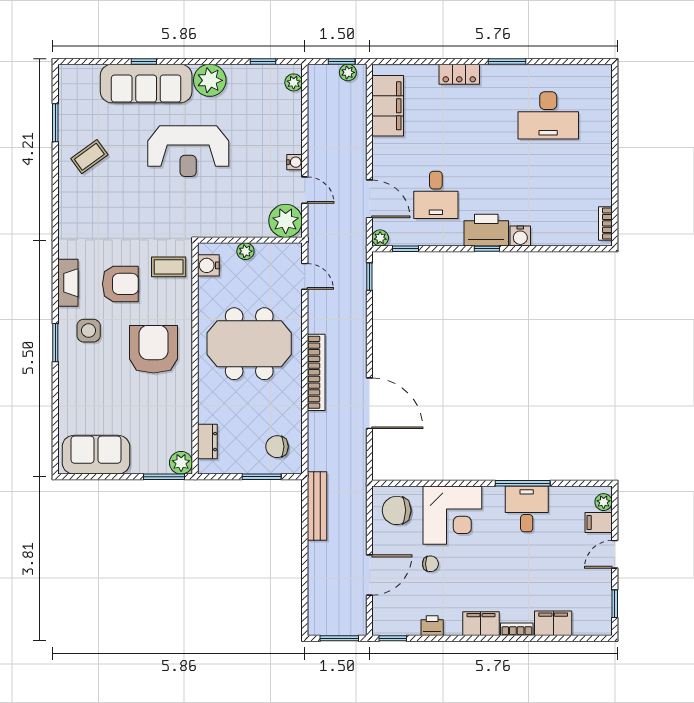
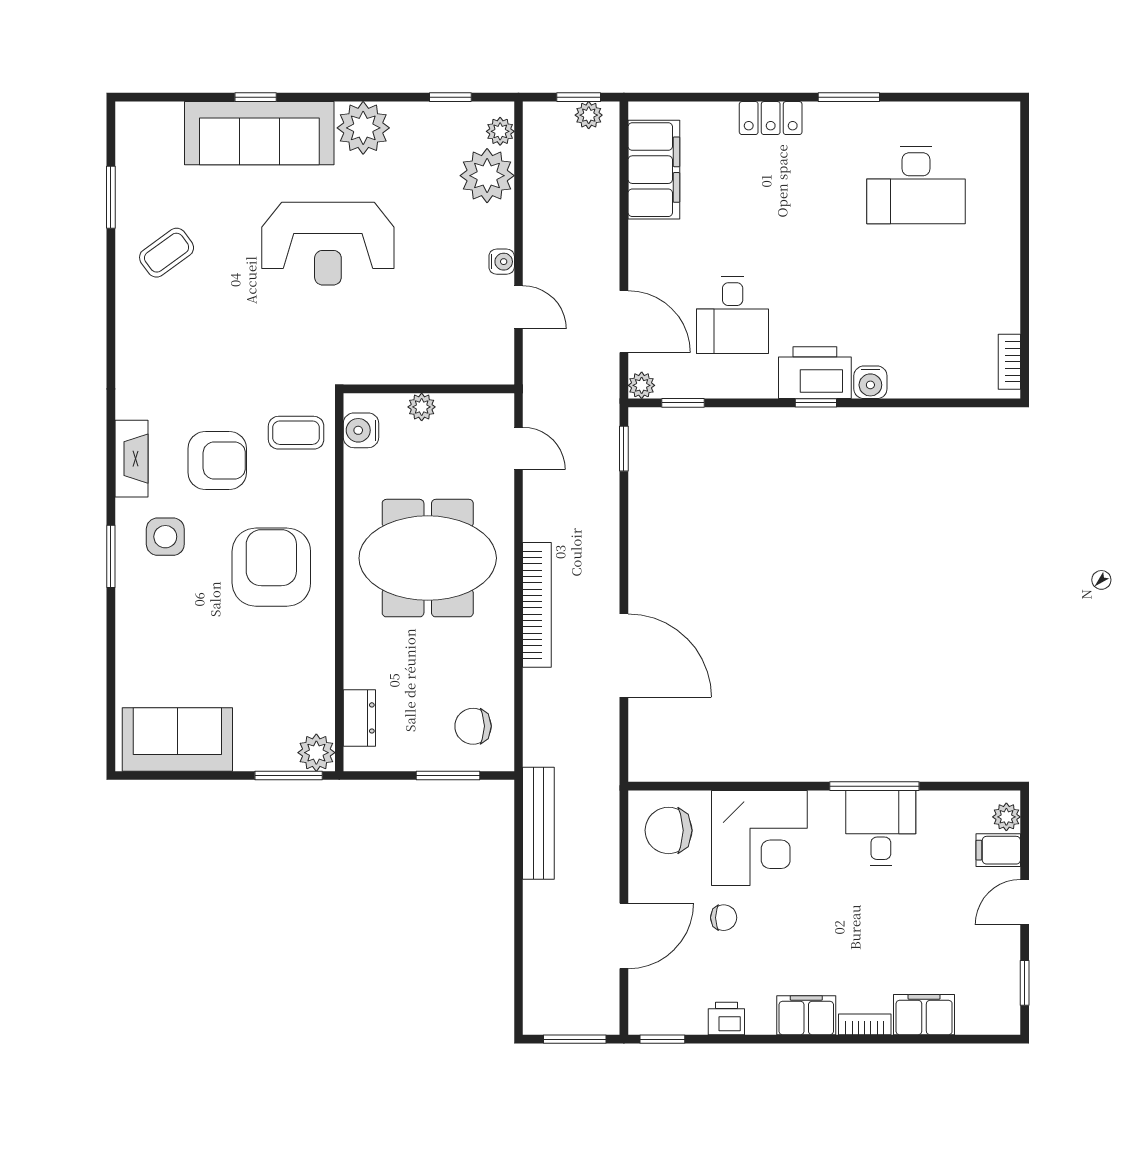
plant: (286, 221) -> (487, 176), moved

